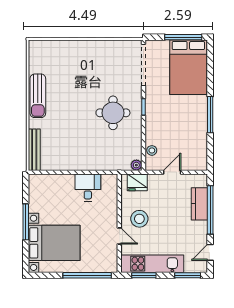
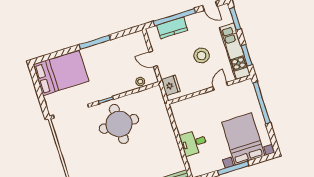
window: (183, 37) -> (37, 85), removed
round table: (113, 113) -> (119, 124), width x1.36, depth x1.36
plant: (136, 165) -> (157, 91), removed
desk: (88, 188) -> (194, 143), moved
stool: (139, 219) -> (201, 56), moved

